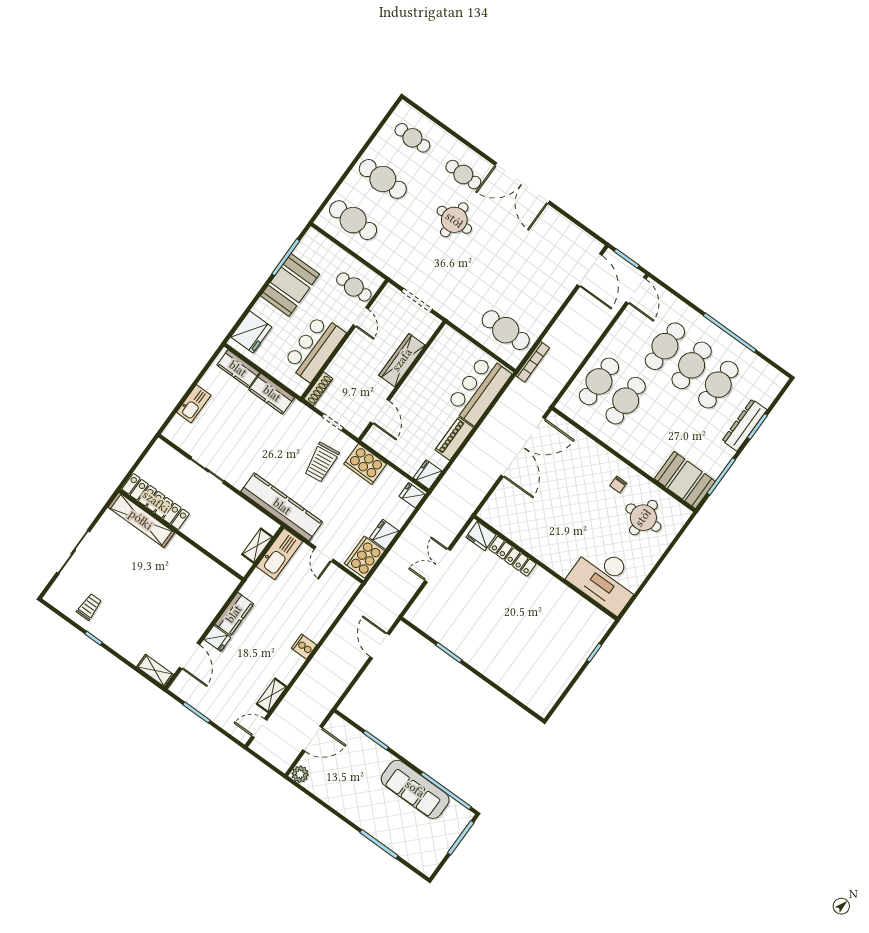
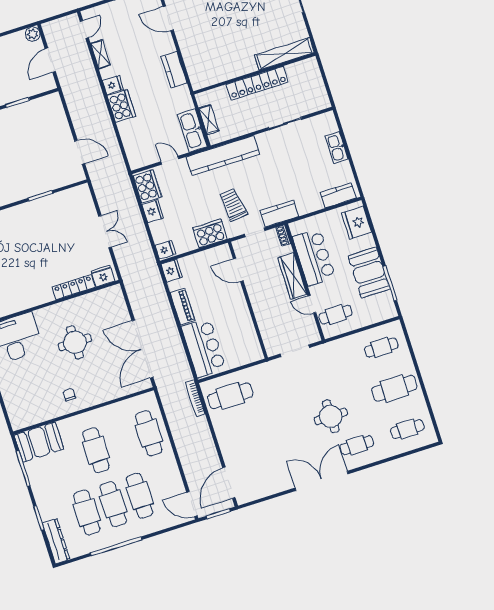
cafe table: (353, 220) -> (381, 348), width x0.73, depth x0.74
door: (590, 270) -> (229, 483), hinge flipped
wardrobe: (402, 360) -> (292, 276), moved, turned 180
shoe rack: (318, 389) -> (283, 235), width x0.70
kitchen counter: (272, 394) -> (279, 214), moved
cafe table: (626, 401) -> (96, 450), moved
dresser: (744, 425) -> (56, 541), moved
locker: (156, 502) -> (257, 83), moved
round table: (643, 518) -> (75, 342), moved
fridge: (217, 638) -> (113, 85), moved, turned 180
cooker: (304, 647) -> (121, 106), width x1.87, depth x1.31

